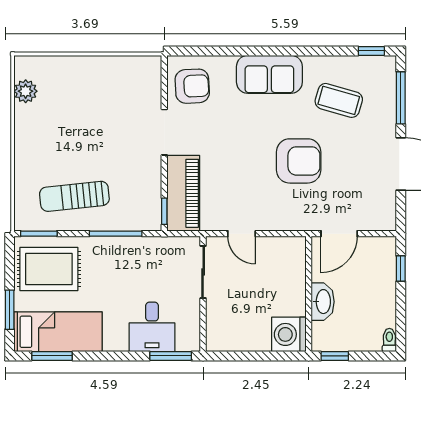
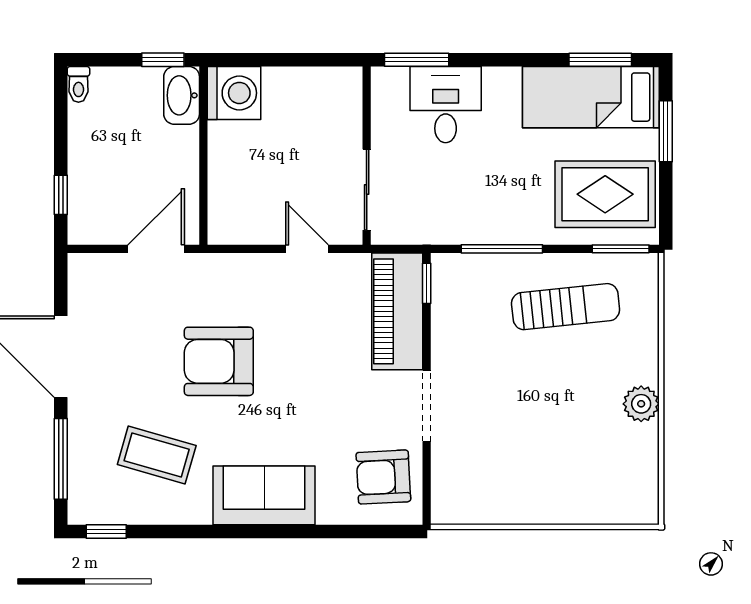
plant: (26, 91) -> (641, 404), moved
washbasin: (323, 302) -> (182, 95), moved

